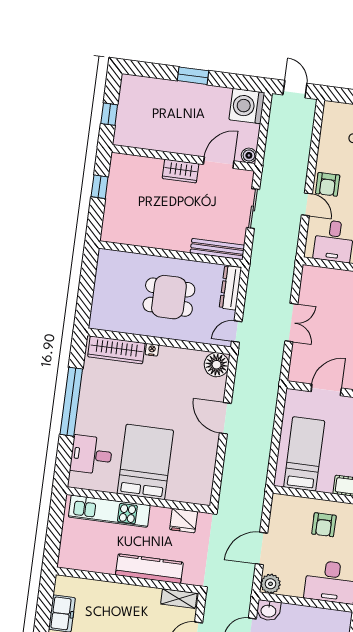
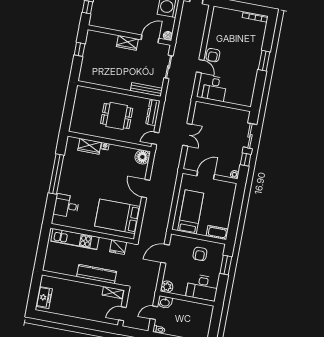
wardrobe: (116, 350) -> (90, 146), width x0.67
bed: (145, 462) -> (118, 216), moved, turned -90
door: (262, 549) -> (165, 254), moved

